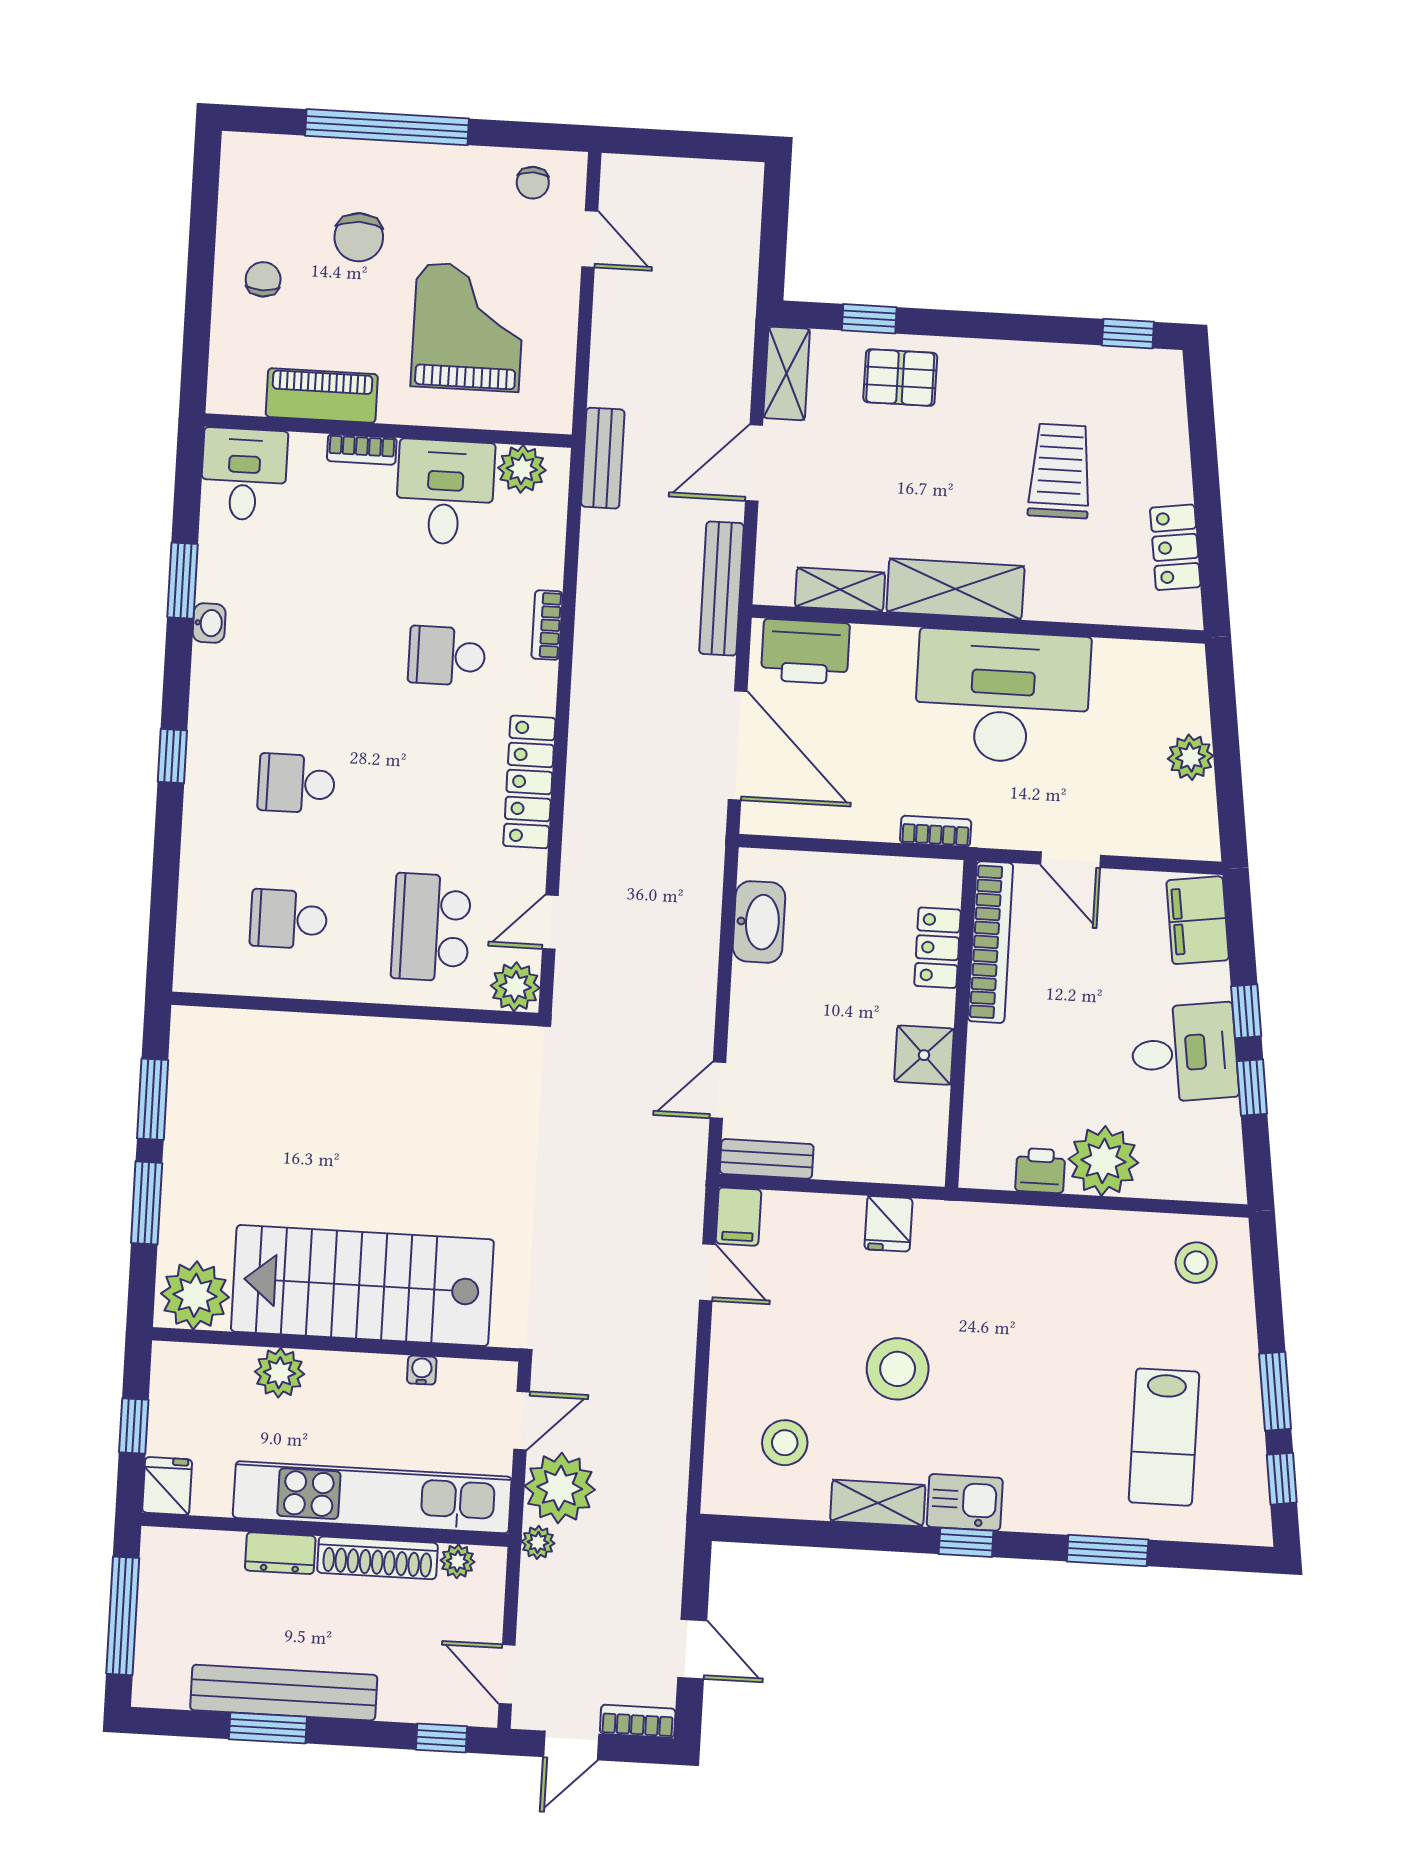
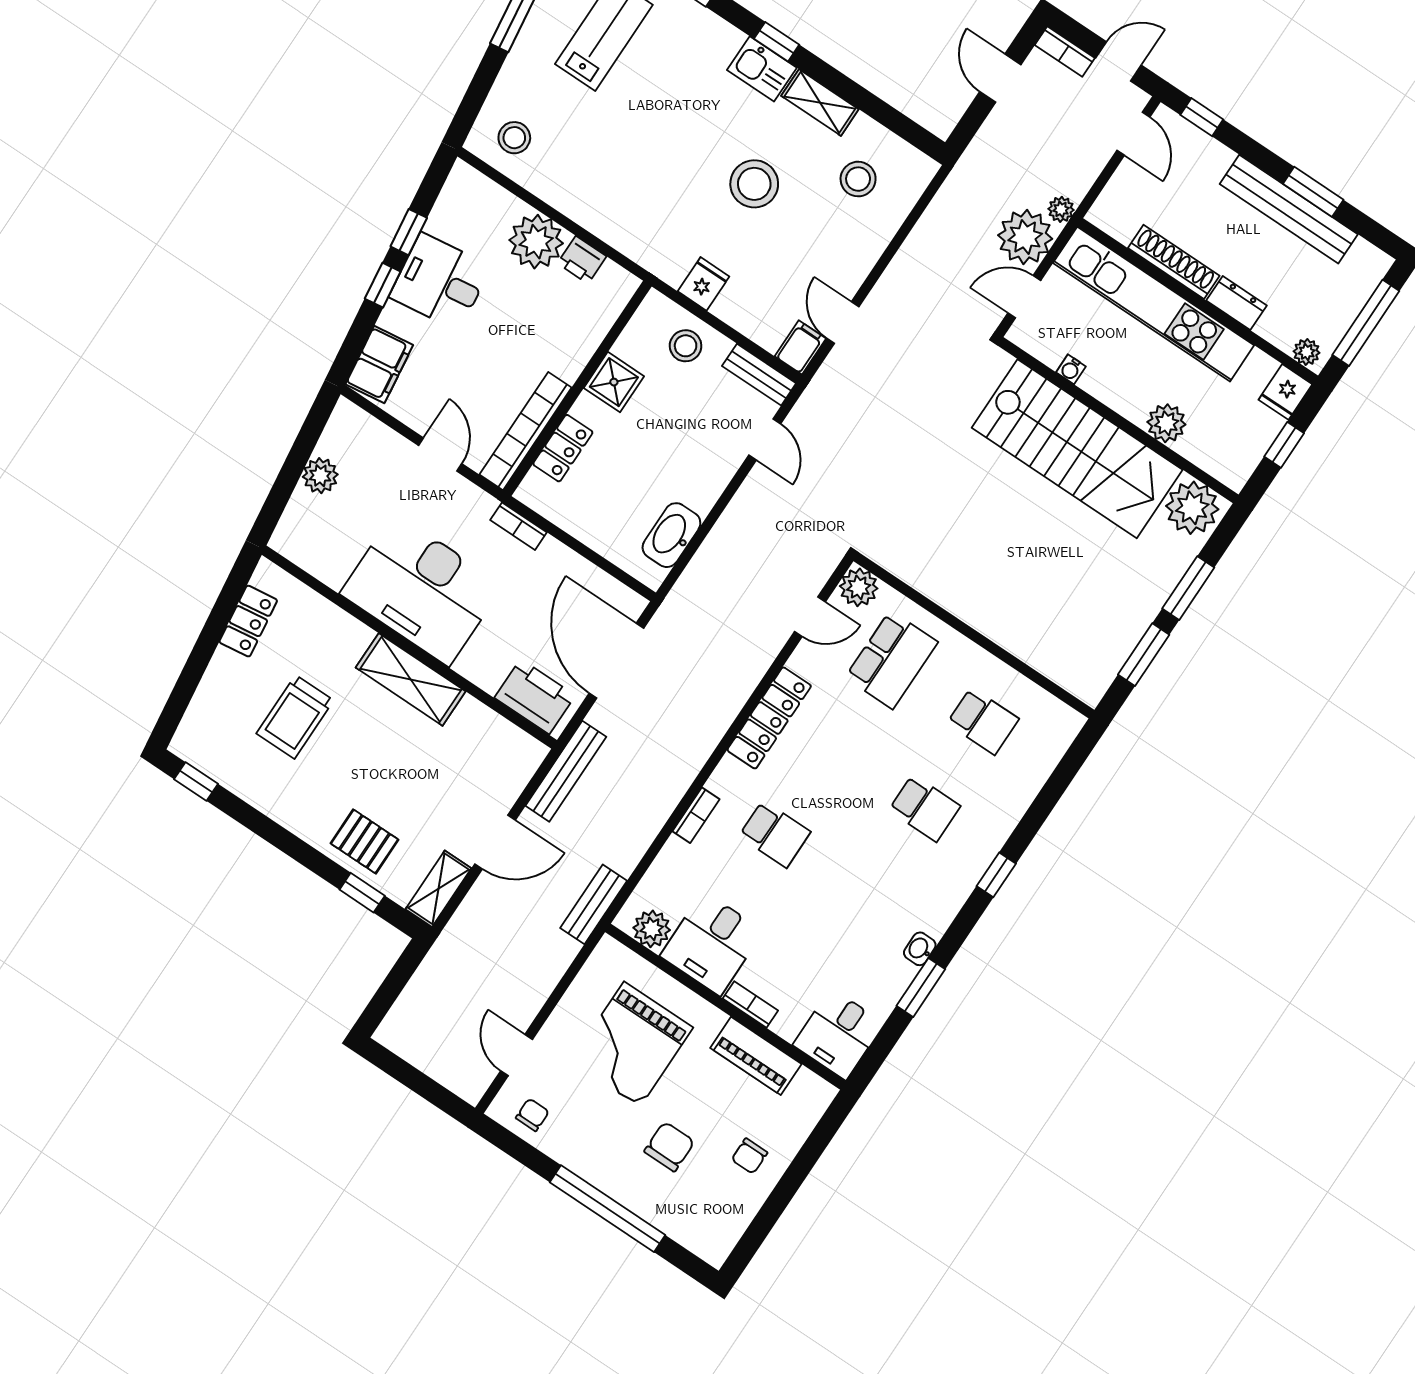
shelving: (840, 590) -> (488, 724), removed
door: (718, 1090) -> (765, 439), hinge flipped
stool: (868, 1143) -> (686, 346), added
plant: (458, 1561) -> (1307, 352), moved

